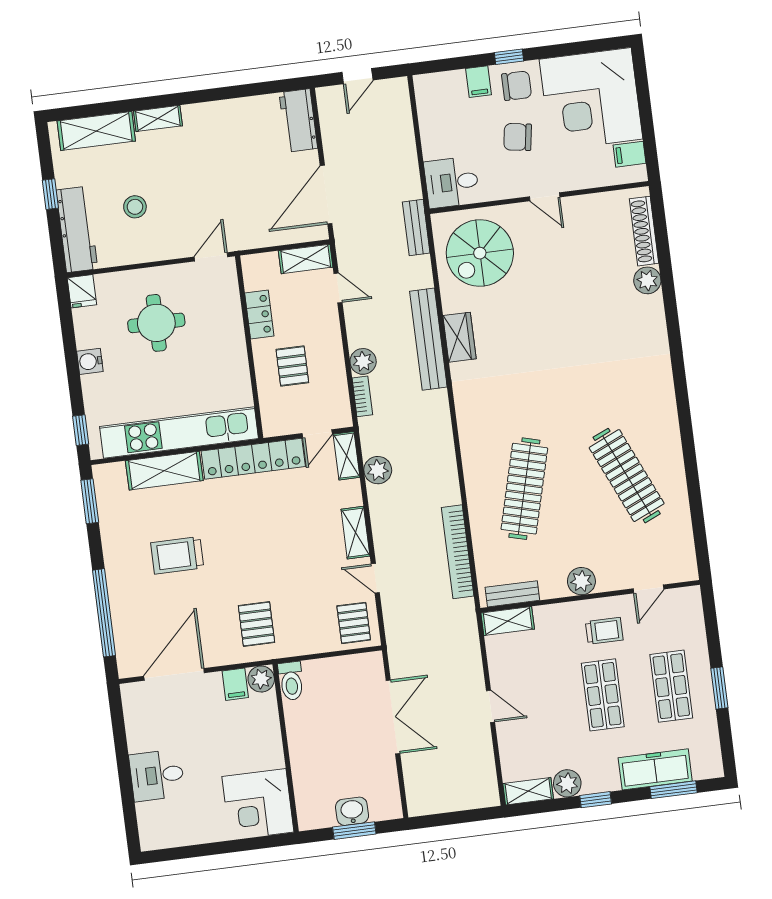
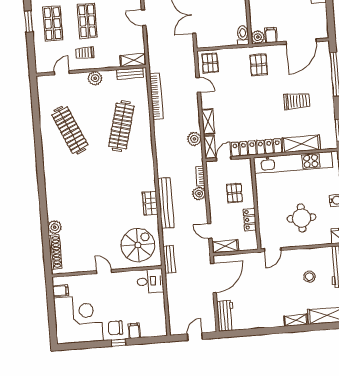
chair: (518, 137) -> (116, 302), removed
shelving: (355, 533) -> (208, 122), moved

